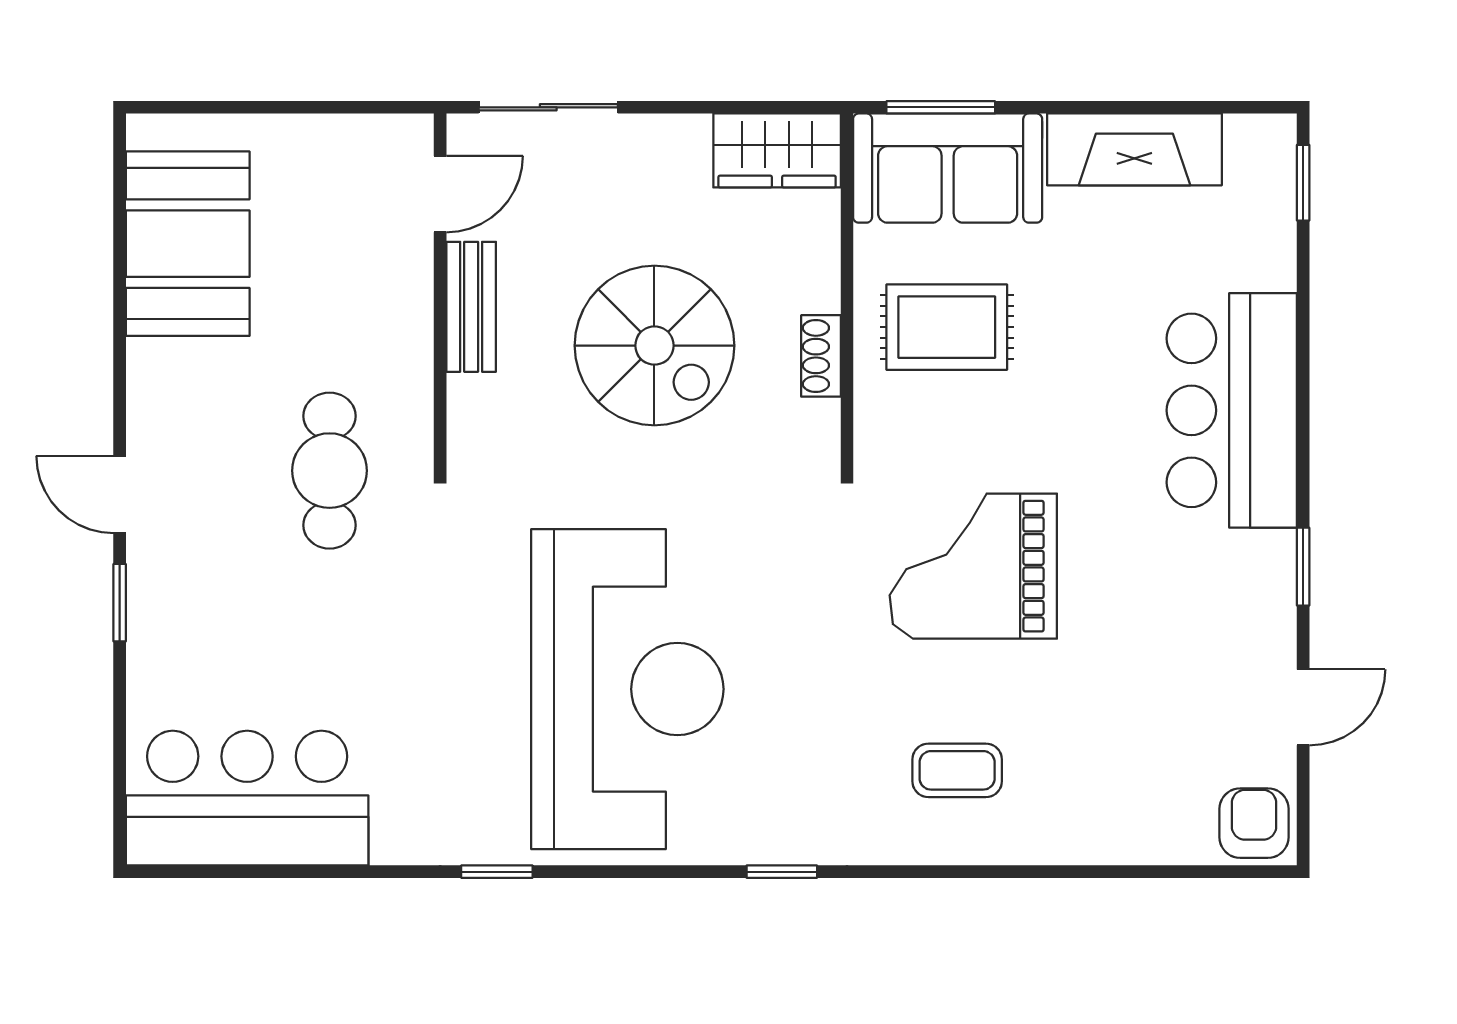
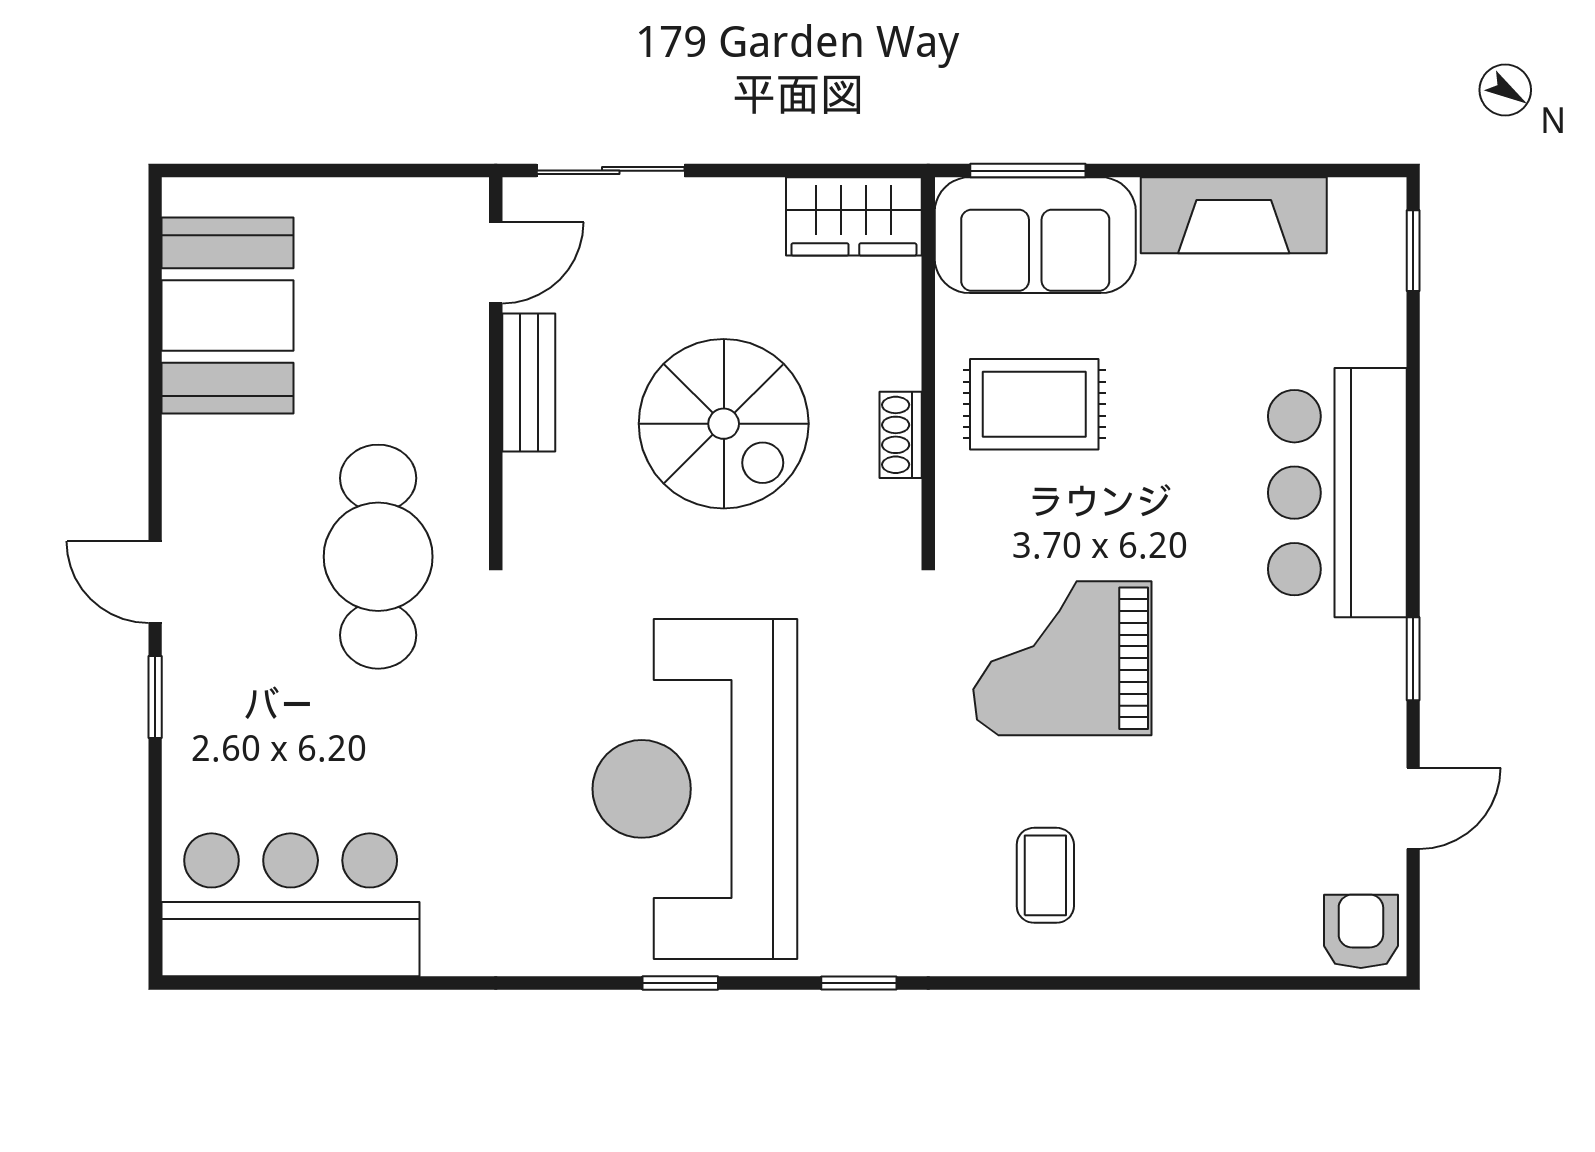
cafe table: (329, 471) -> (378, 557), width x1.37, depth x1.35
reception desk: (627, 689) -> (695, 789), turned 180
coffee table: (957, 770) -> (1045, 875), turned 90
window: (497, 872) -> (680, 983), moved

